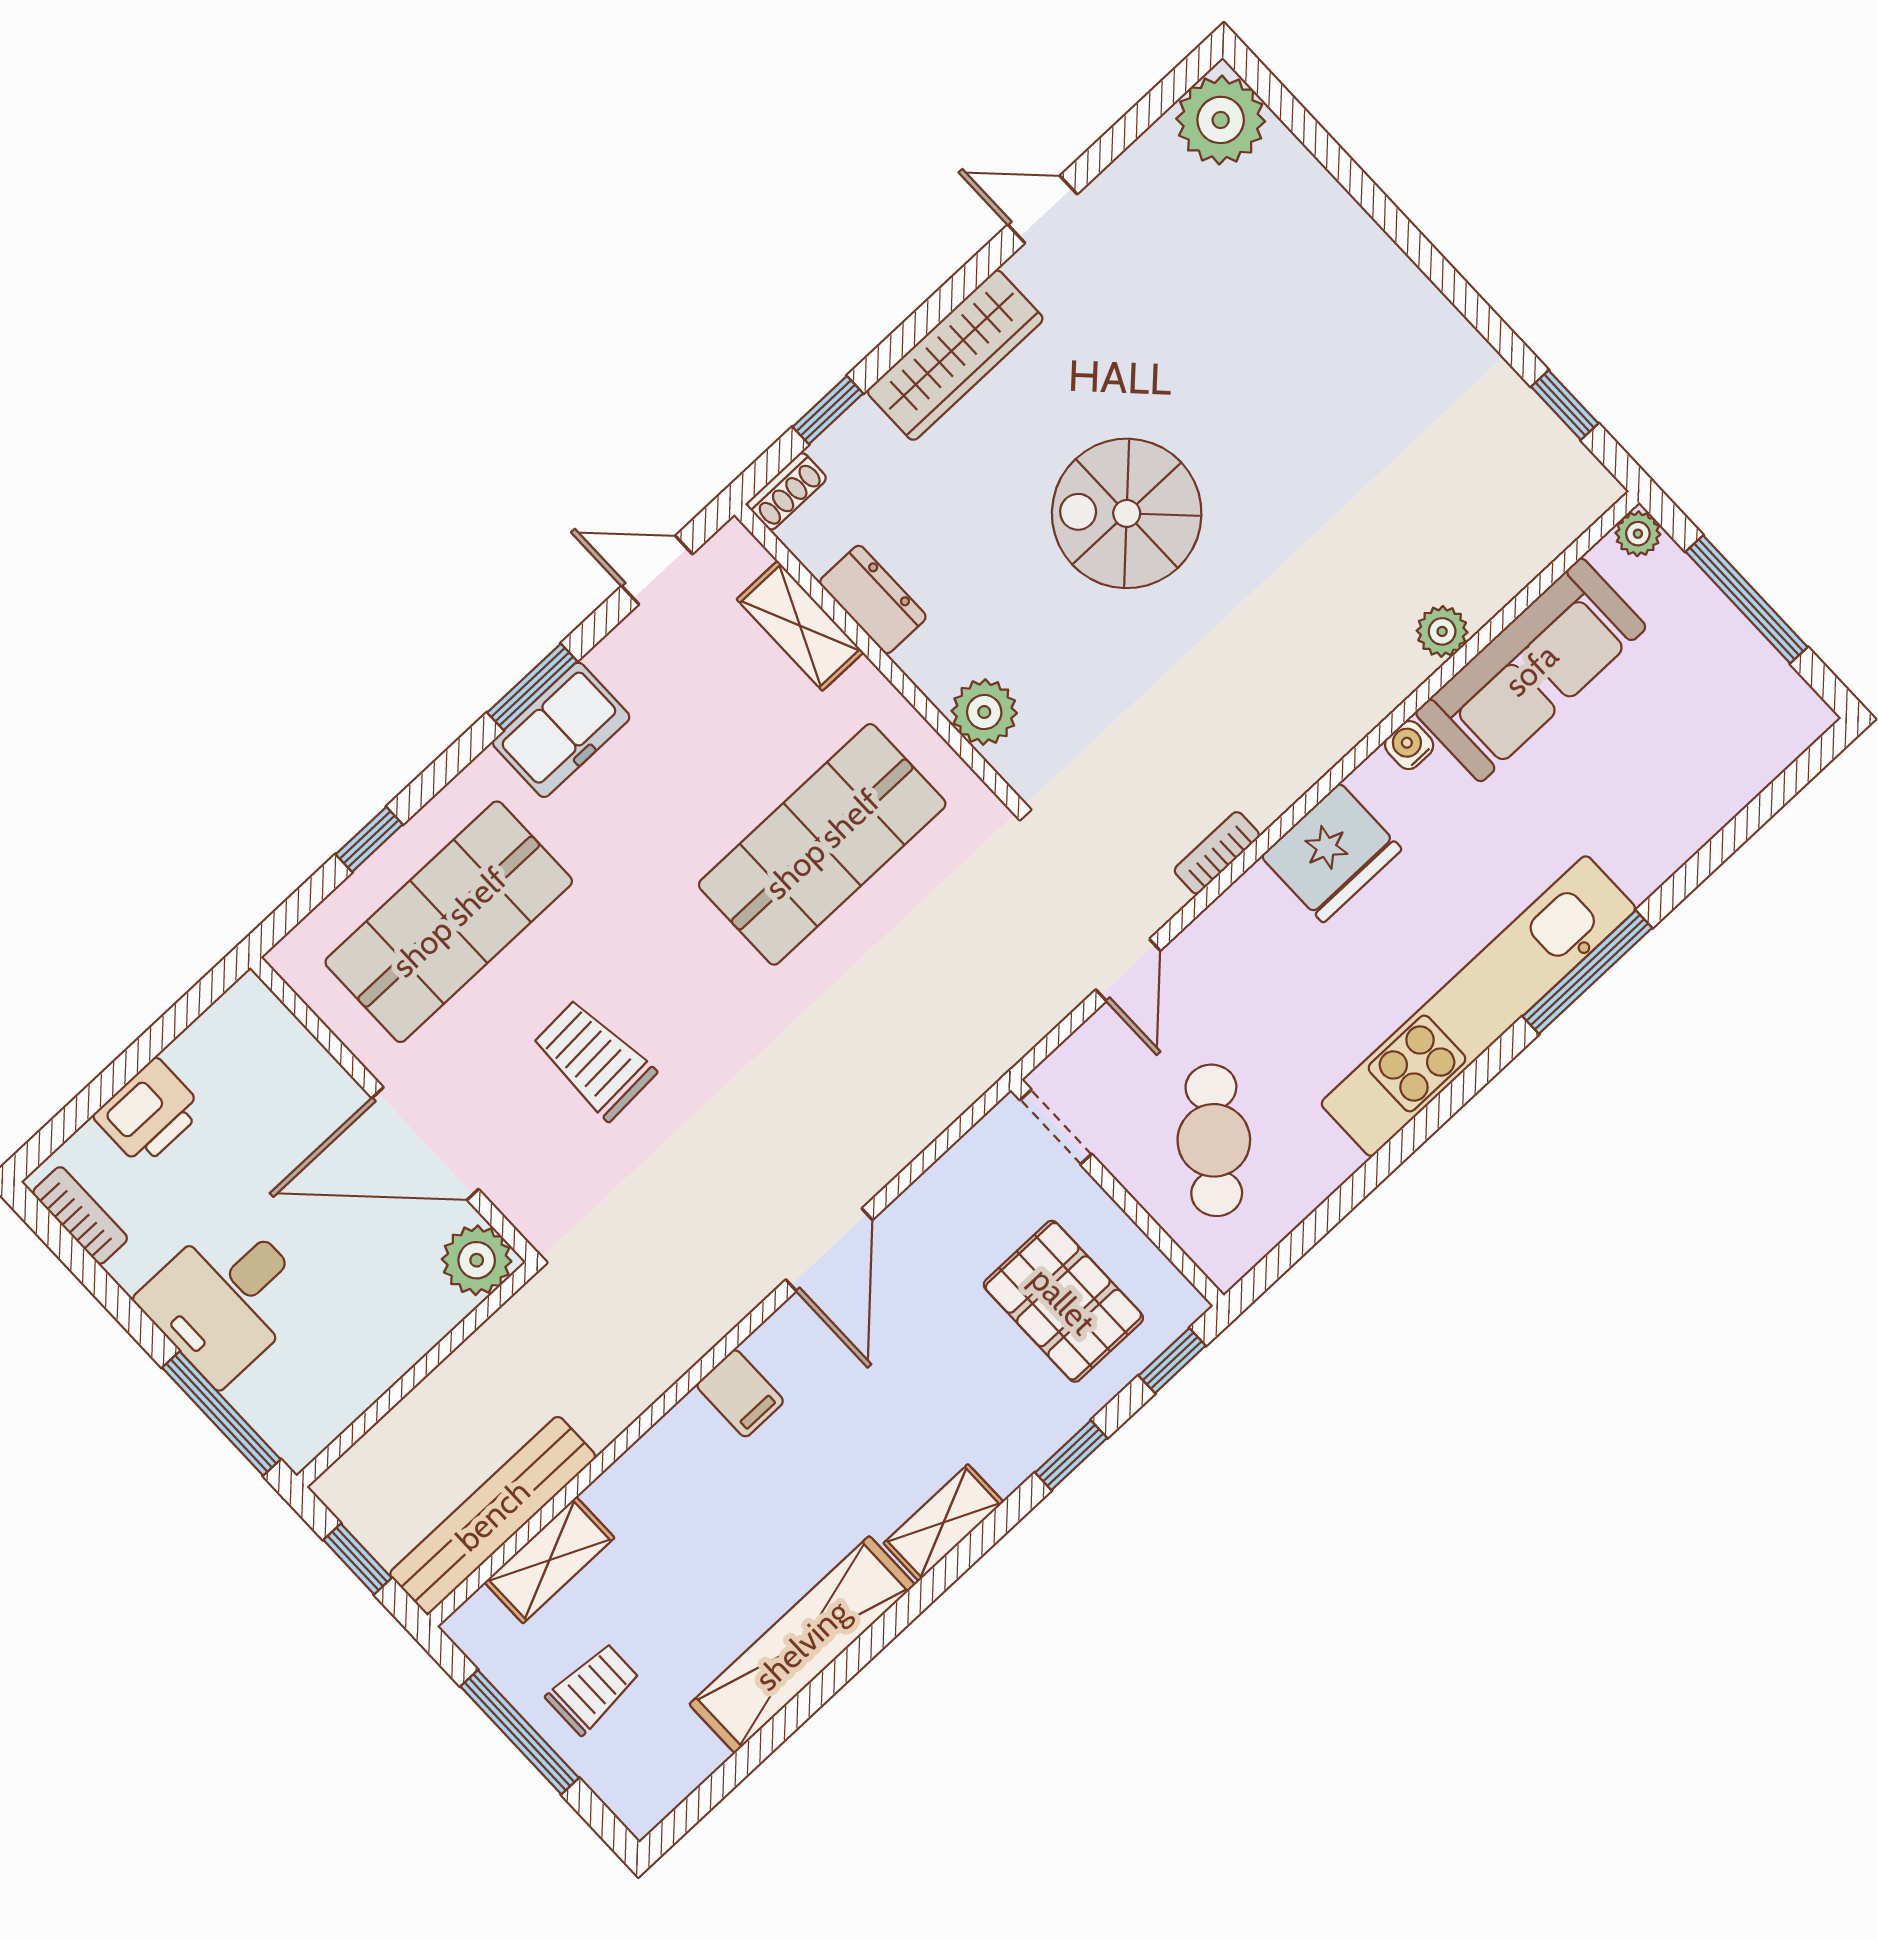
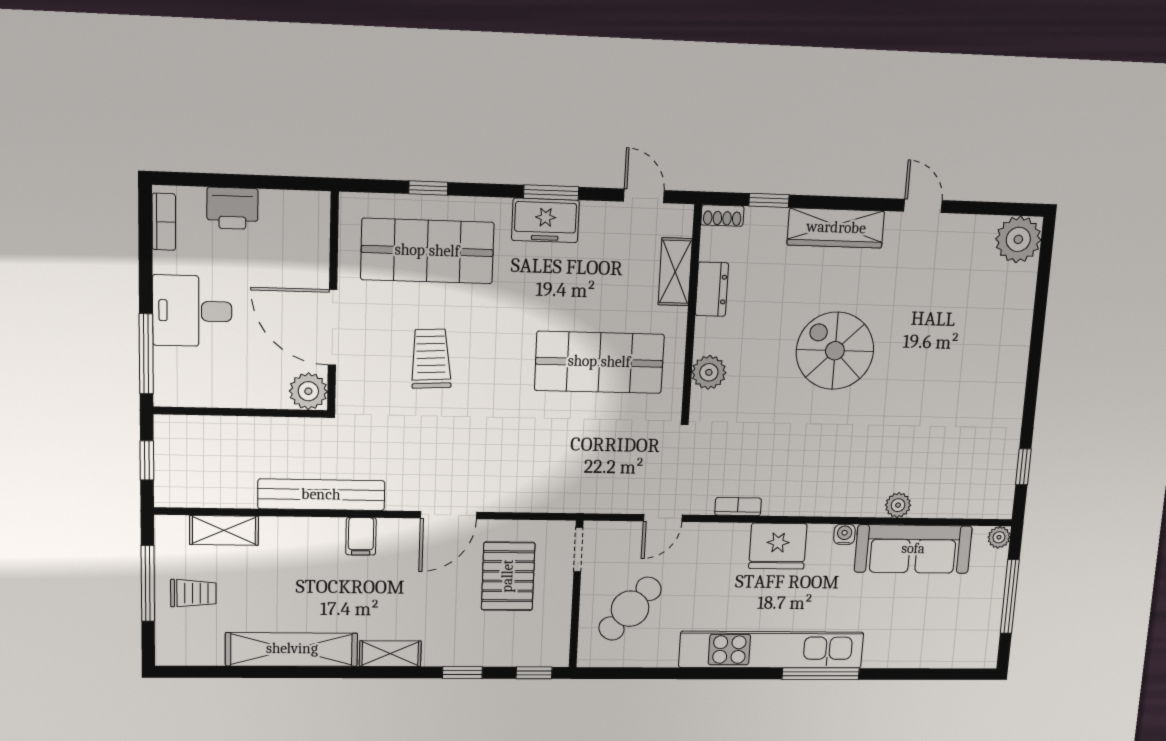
pallet: (1063, 1301) -> (508, 576), moved
bench: (493, 1515) -> (321, 495), moved

